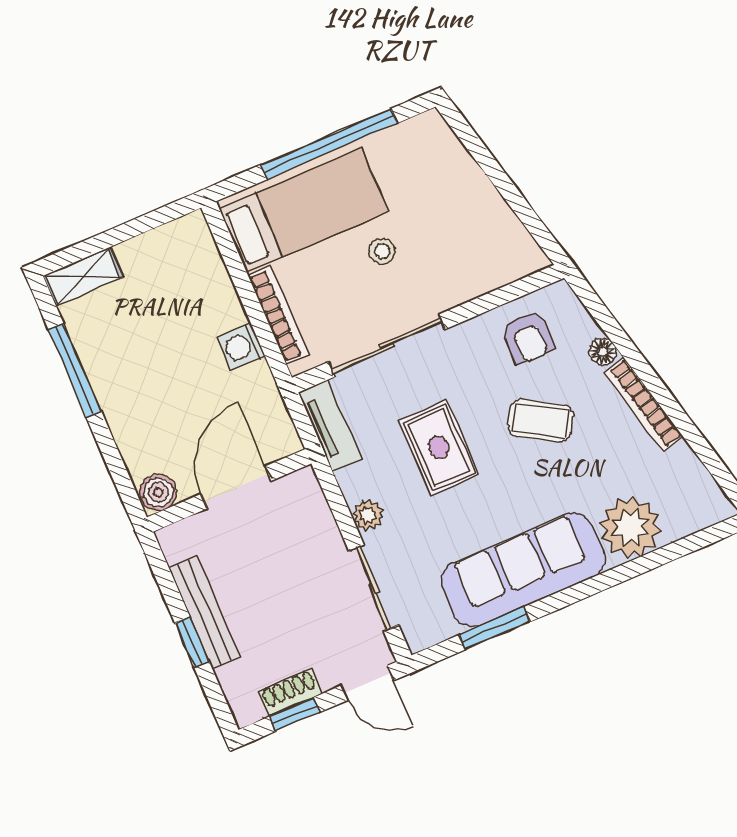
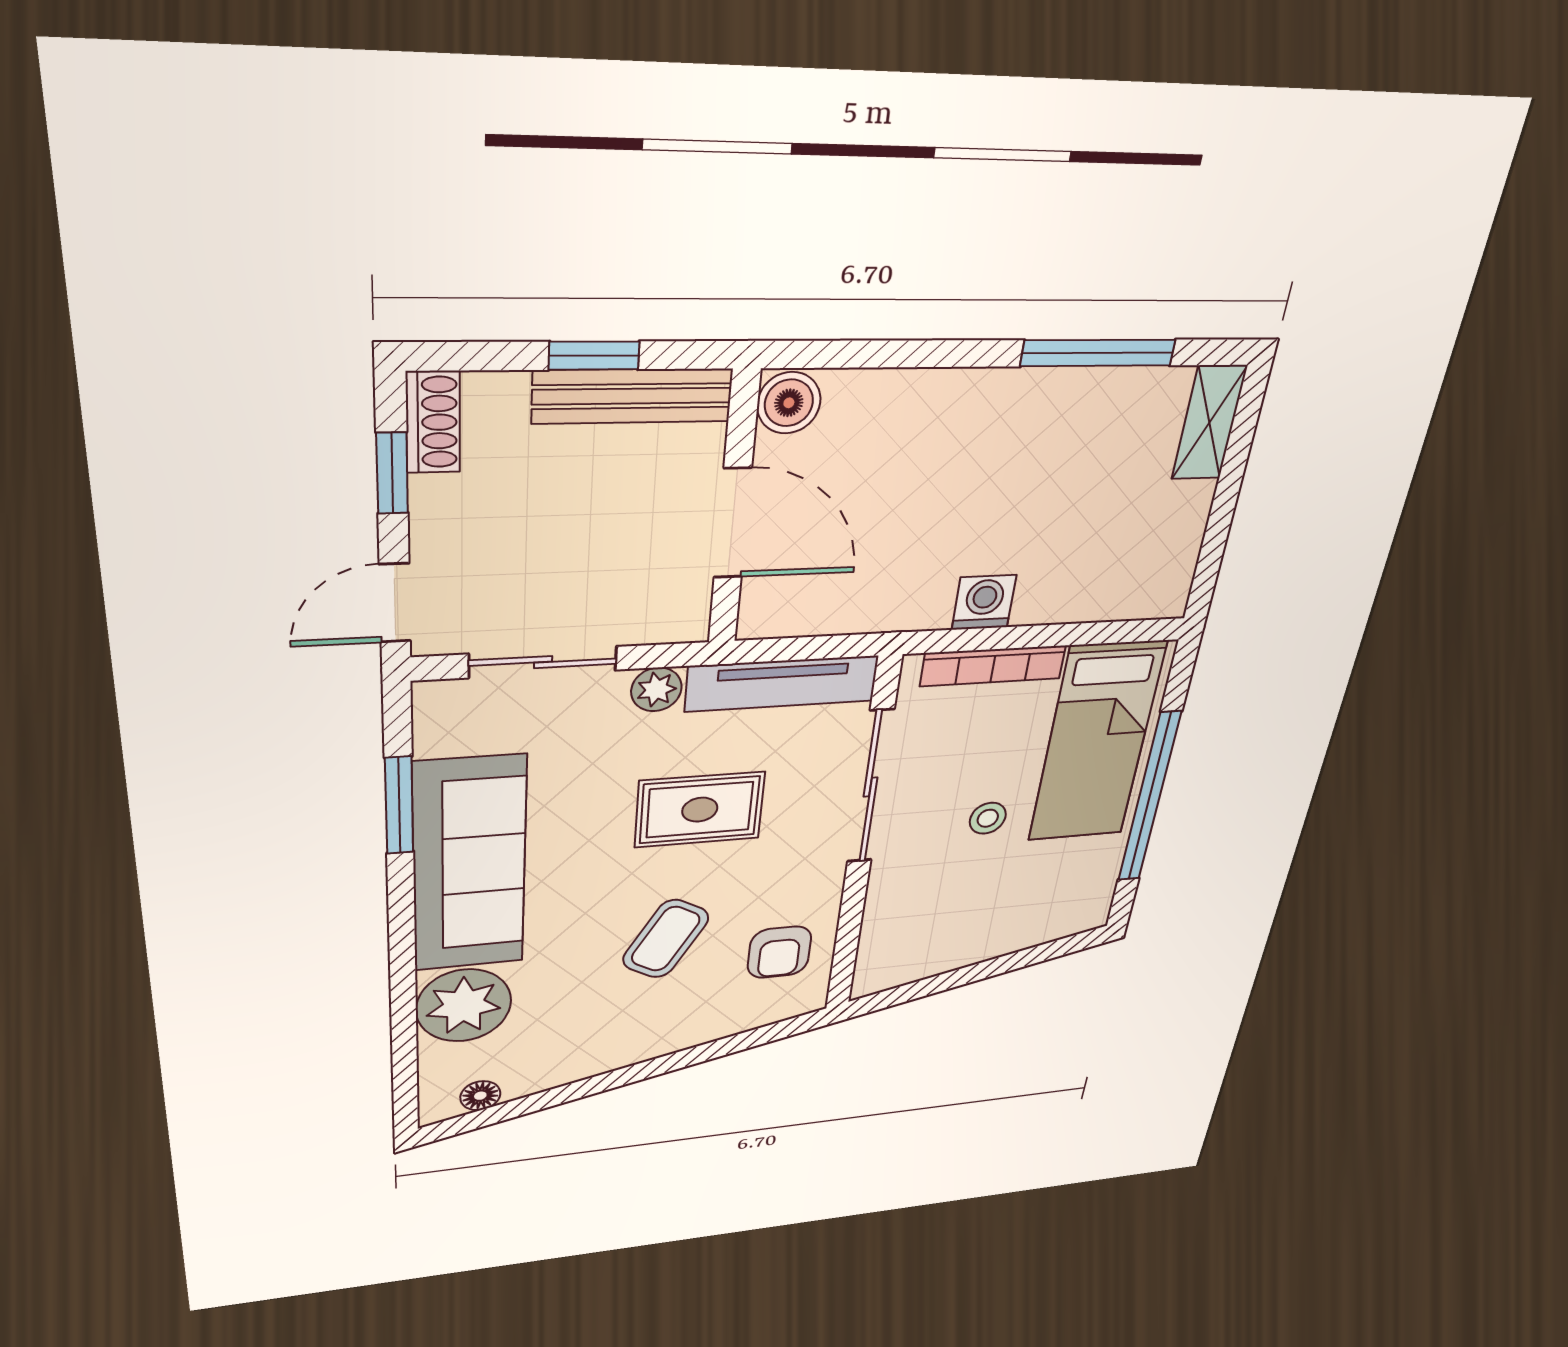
armchair: (528, 337) -> (779, 952), turned -90
floor lamp: (603, 352) -> (480, 1096), moved
bookcase: (643, 405) -> (620, 1056), removed
tv unit: (330, 425) -> (782, 684), width x1.41
door: (236, 487) -> (733, 523), moved
wall: (229, 490) -> (734, 511), moved
boiler: (158, 492) -> (789, 403), moved
shoe rack: (290, 692) -> (433, 422), moved

